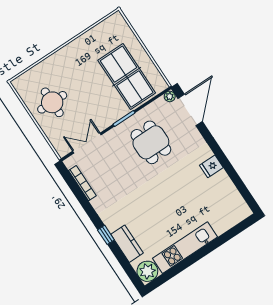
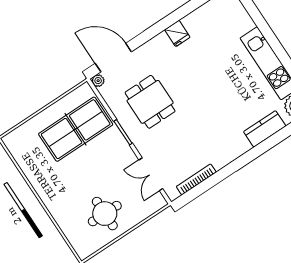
dining table: (151, 142) -> (150, 102), turned 90
window: (106, 235) -> (255, 153), removed

